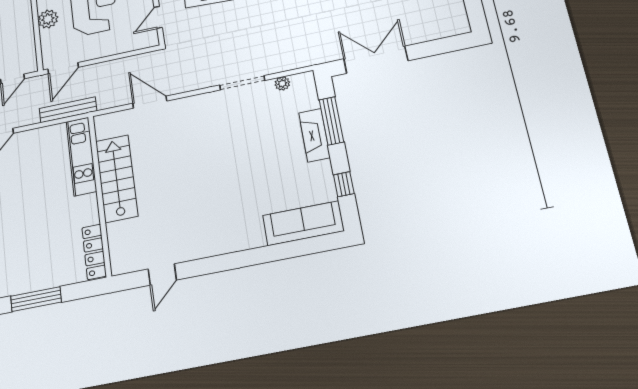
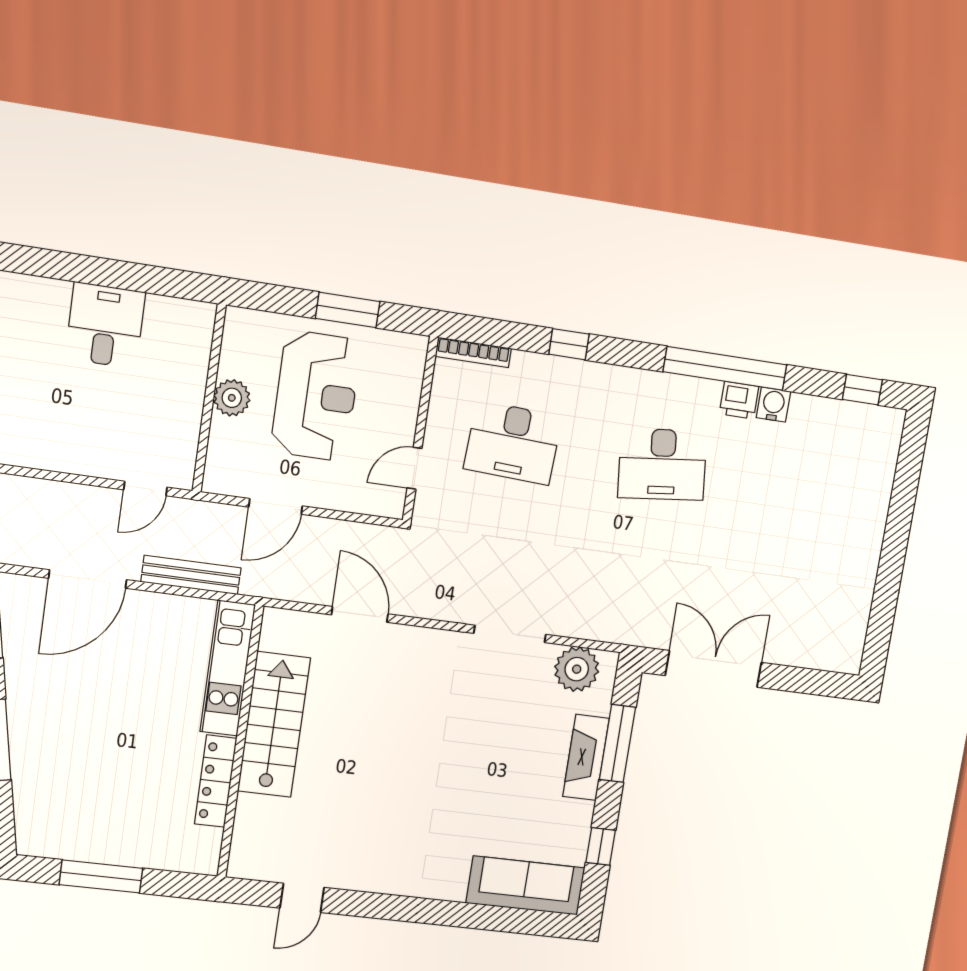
door: (63, 68) -> (276, 506), moved
plant: (282, 84) -> (577, 669), width x1.88, depth x1.88
bench: (68, 110) -> (191, 575), moved
locker: (94, 252) -> (216, 781), moved

